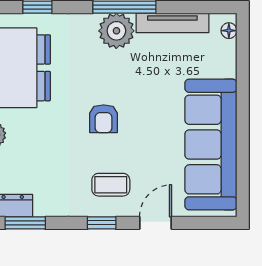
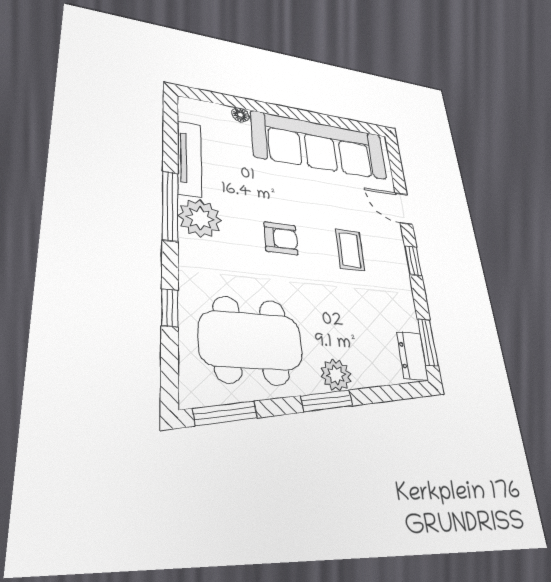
floor lamp: (229, 31) -> (240, 115), moved
armchair: (104, 119) -> (281, 238), moved
coffee table: (111, 185) -> (350, 250), moved

